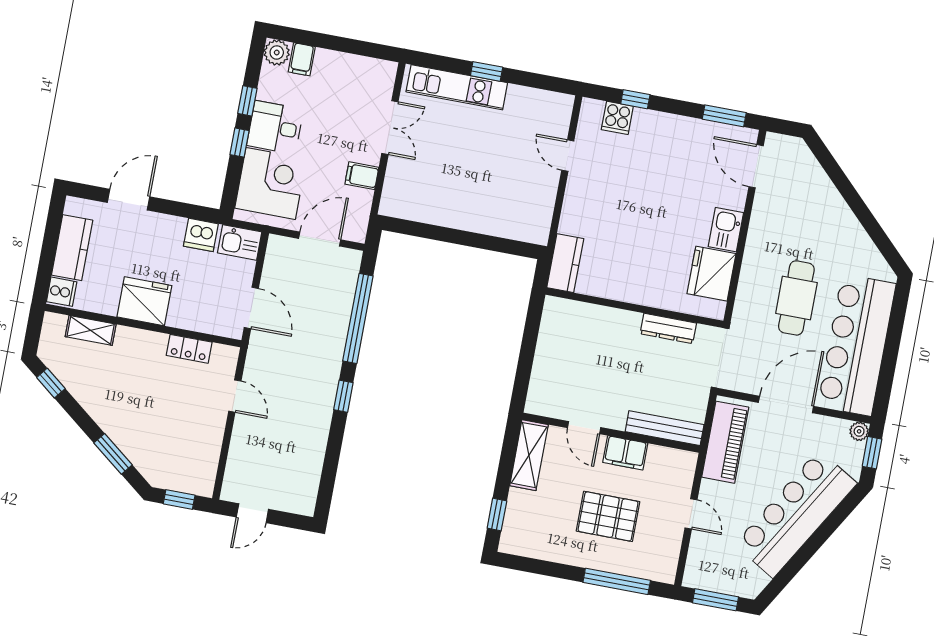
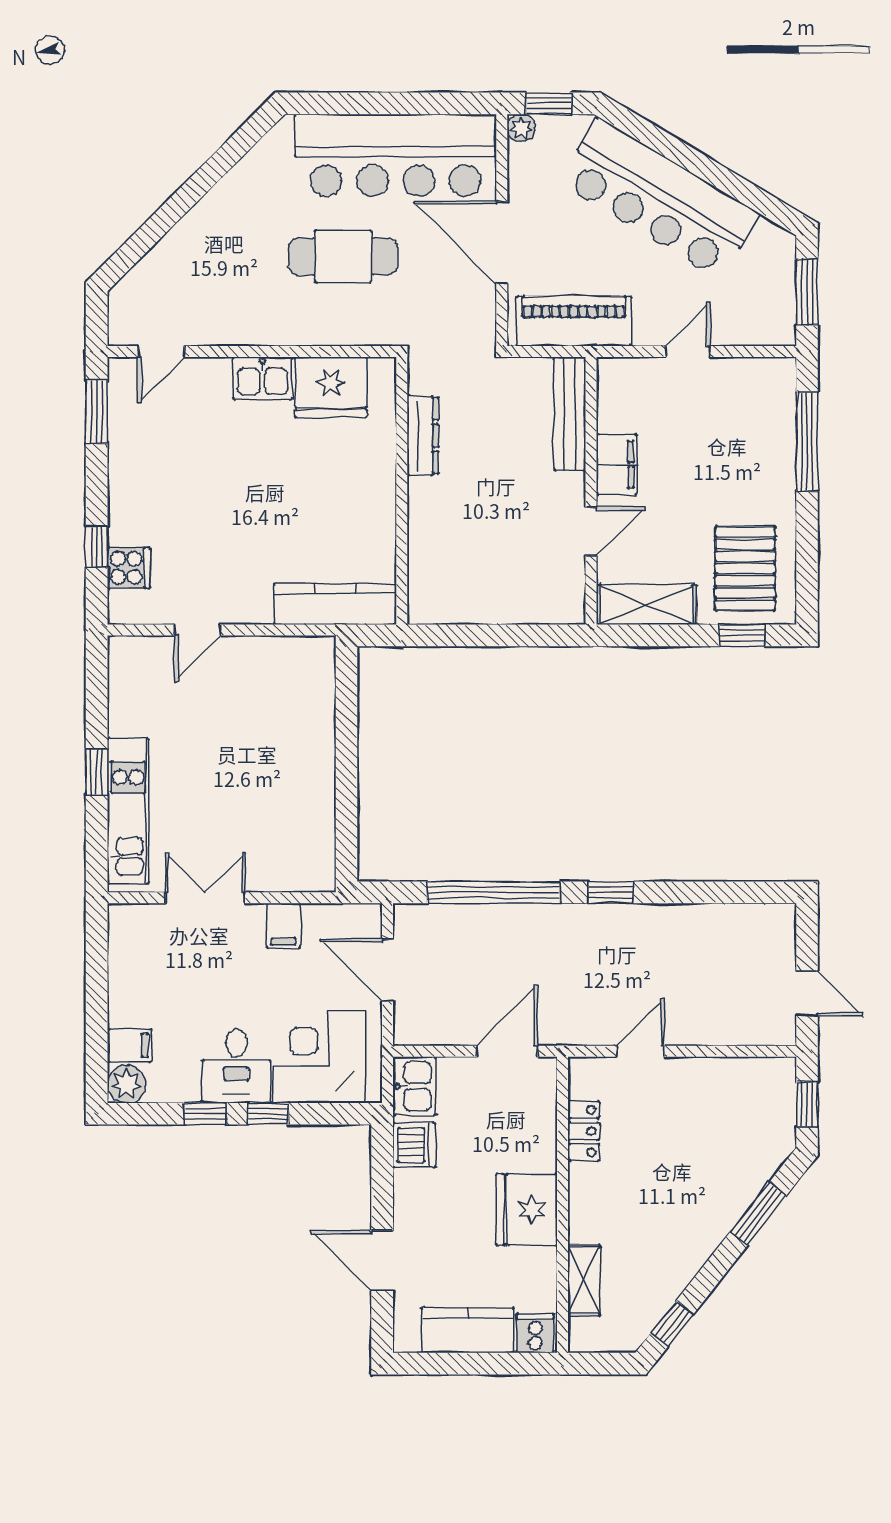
door: (756, 166) -> (161, 352), width x0.73
kitchen counter: (565, 263) -> (335, 604), width x1.50
pallet: (608, 516) -> (745, 568), moved

